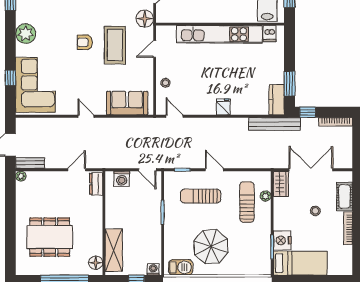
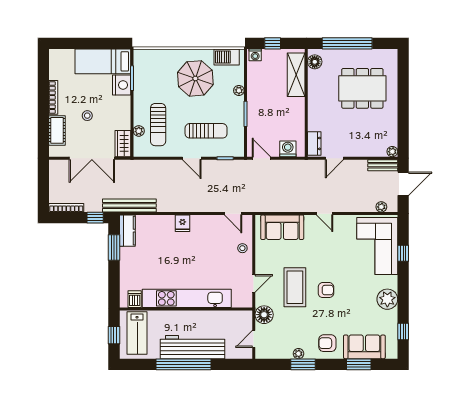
plant: (31, 123) -> (381, 207), added
plant: (169, 235) -> (239, 90), added

